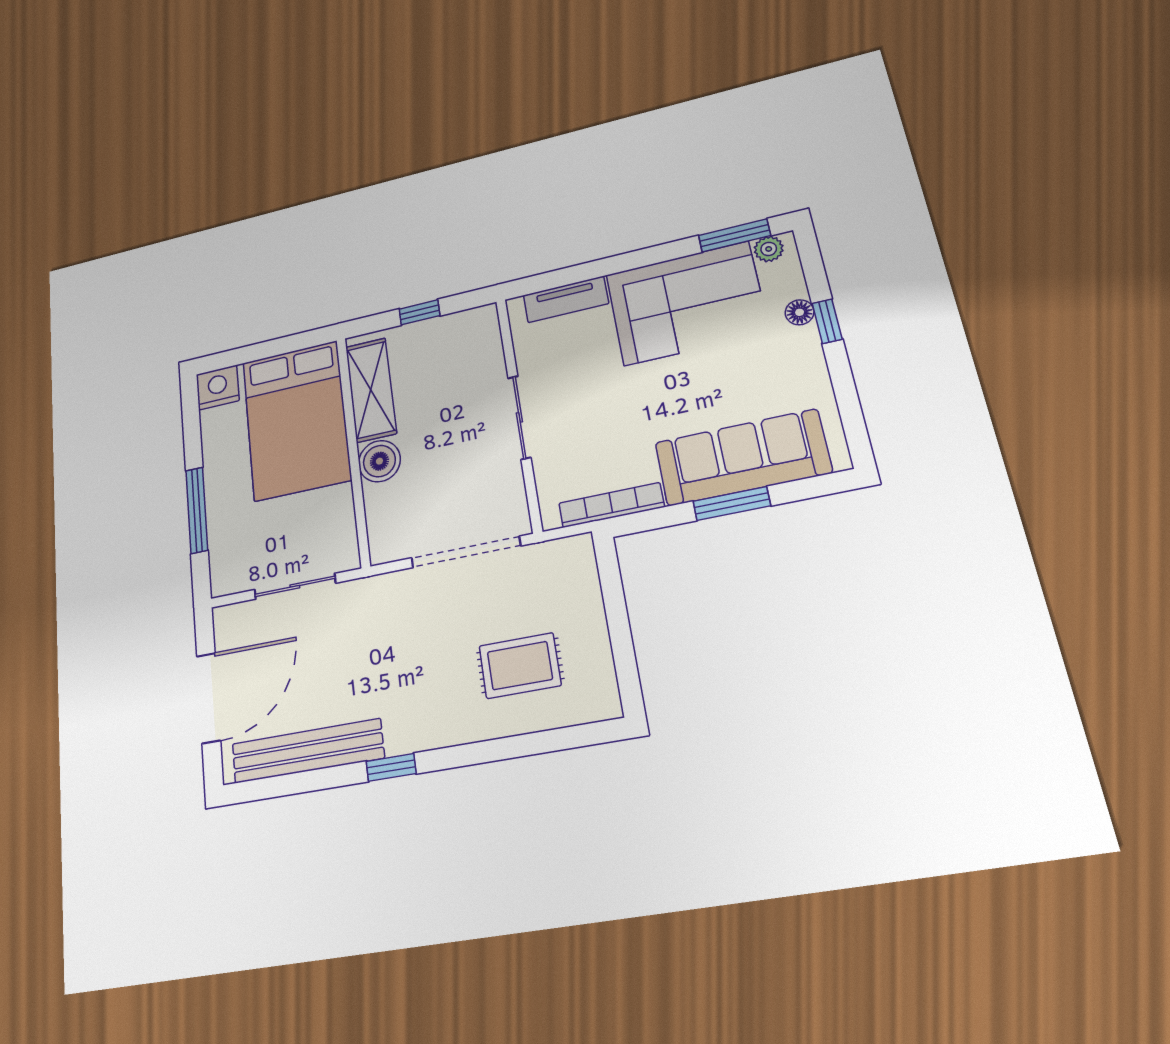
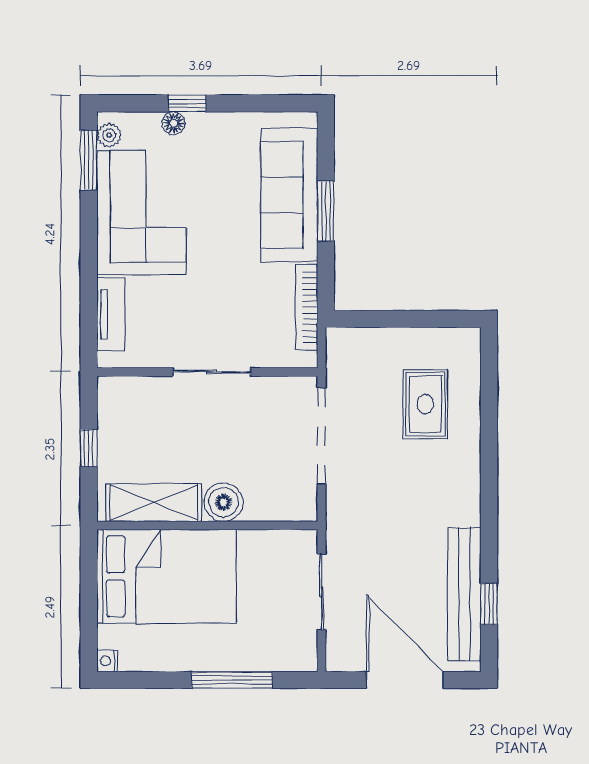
nightstand: (218, 387) -> (107, 661), width x0.53, depth x0.56
window: (391, 767) -> (489, 604), moved

